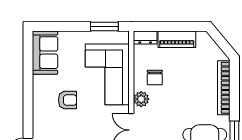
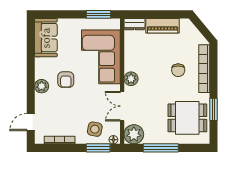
chair: (155, 77) -> (178, 70), moved
armchair: (68, 100) -> (66, 80), turned 90
plant: (40, 107) -> (42, 86), added

